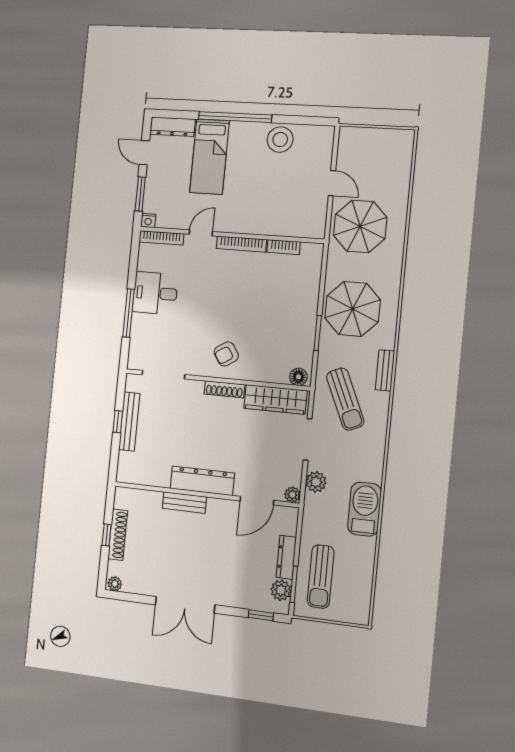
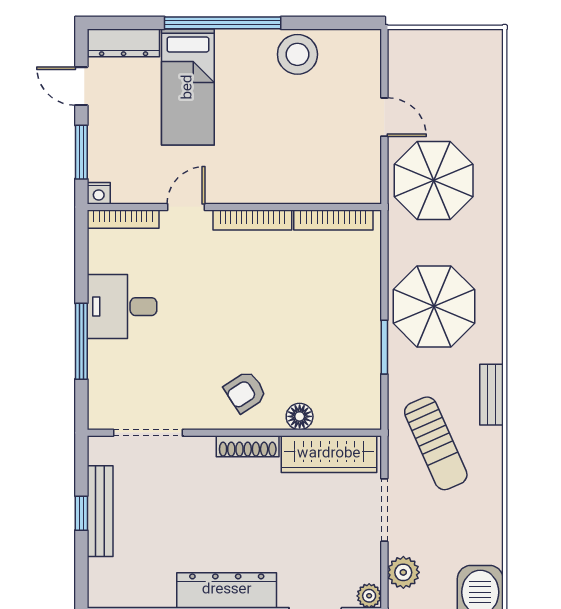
bookcase: (284, 247) -> (333, 220), width x1.56
floor lamp: (298, 377) -> (300, 416), moved

